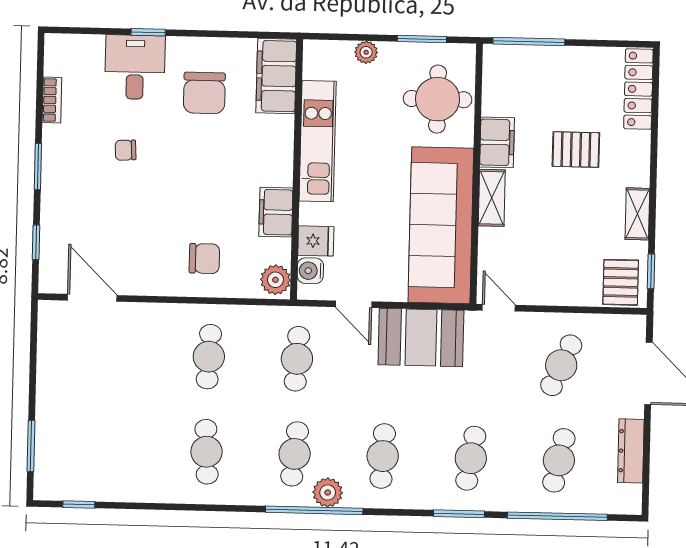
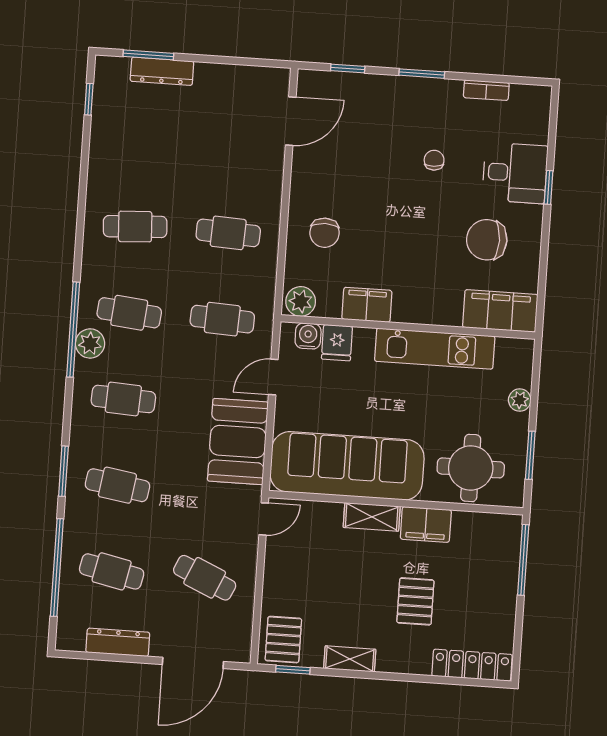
pallet: (621, 282) -> (283, 640), turned 90
dresser: (47, 431) -> (162, 71), added

